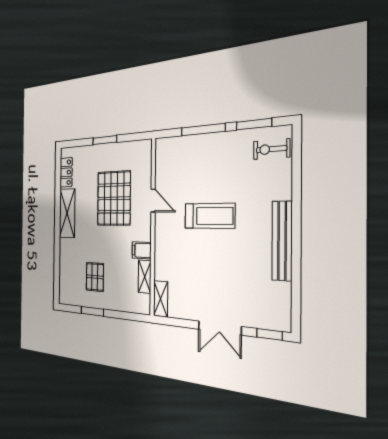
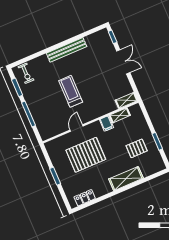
shelving: (67, 213) -> (126, 179), moved

